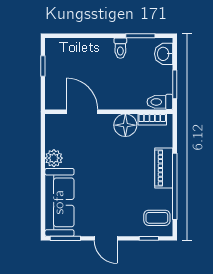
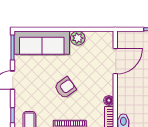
floor lamp: (125, 125) -> (109, 100), width x0.53, depth x0.53
armchair: (115, 174) -> (65, 88), added

